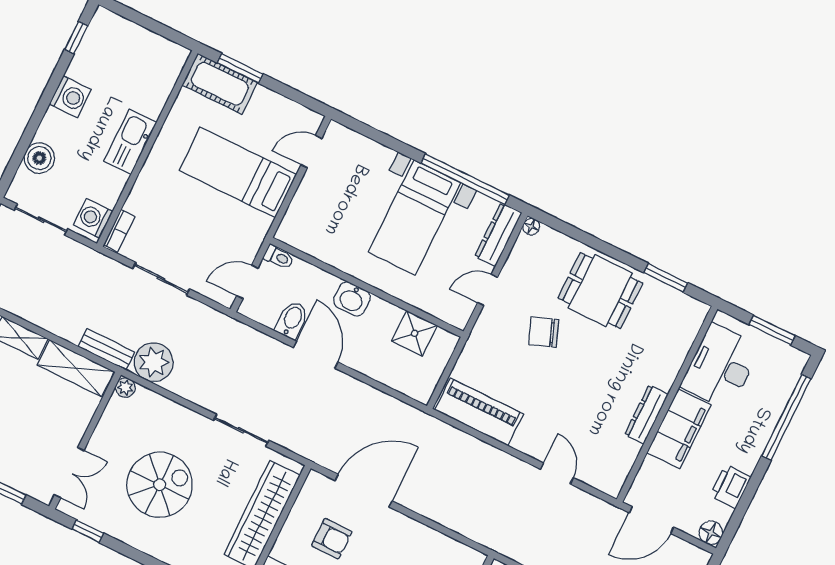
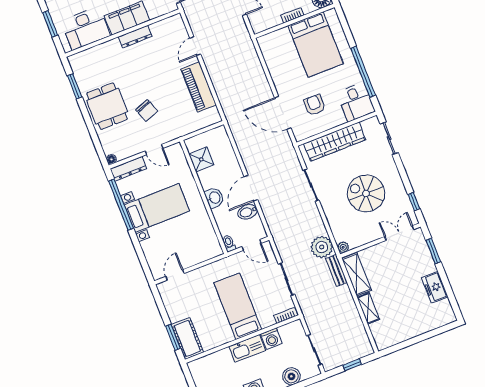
door: (311, 152) -> (175, 275), swing flipped
bed: (238, 172) -> (238, 306), moved, turned 180
washing machine: (93, 218) -> (271, 339), moved
piano: (479, 412) -> (199, 87), moved

